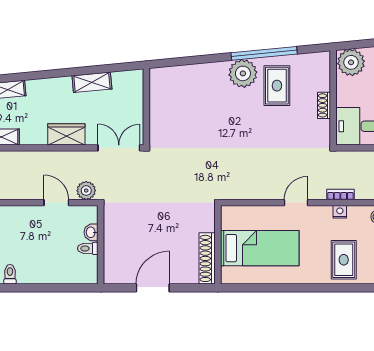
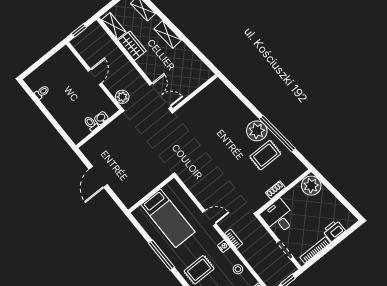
shelving: (92, 82) -> (168, 34), moved
wardrobe: (66, 134) -> (132, 46), moved
door: (56, 203) -> (95, 77), moved
shoe rack: (207, 258) -> (139, 194), removed
door: (153, 288) -> (98, 177), swing flipped
window: (294, 288) -> (161, 255), added

